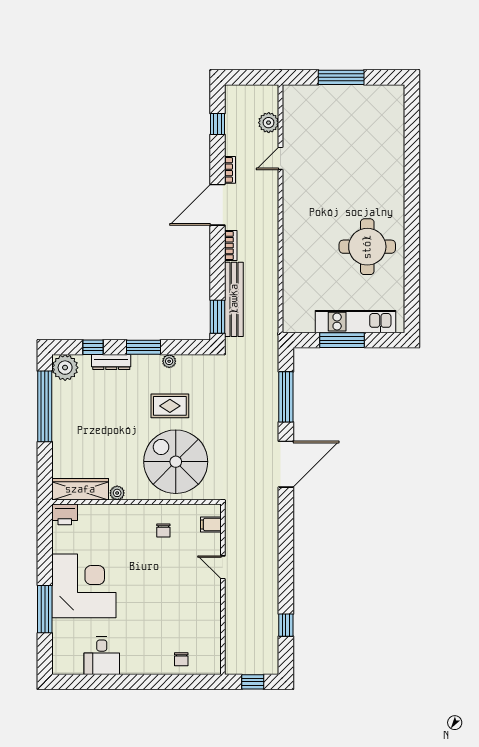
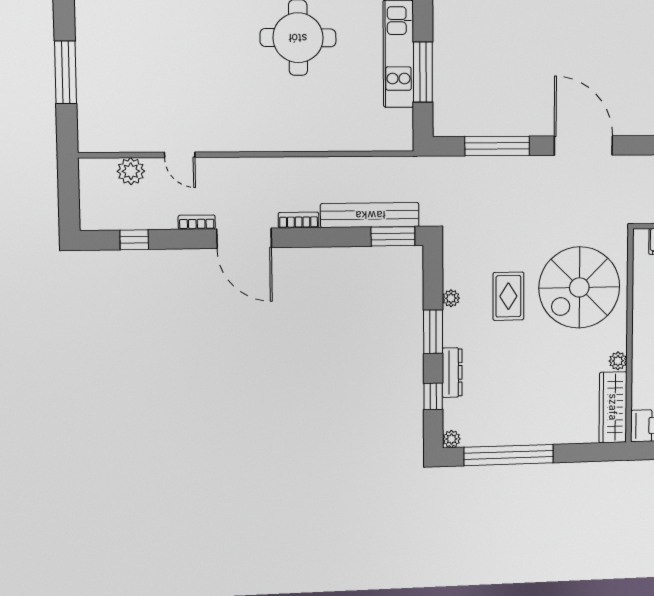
plant: (65, 368) -> (451, 439), width x0.53, depth x0.53

